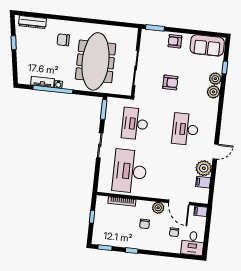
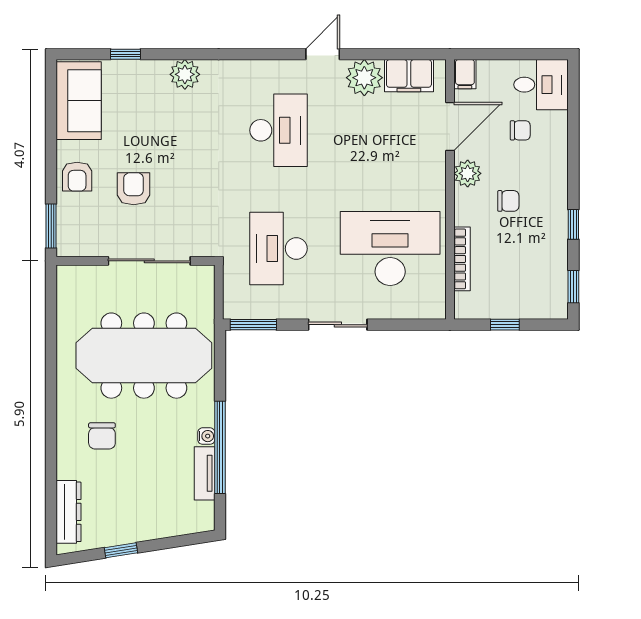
plant: (215, 79) -> (154, 74), removed
armchair: (170, 82) -> (134, 189), moved
desk: (135, 124) -> (279, 249), turned 90
desk: (185, 129) -> (279, 130), turned -90
door: (216, 152) -> (323, 54), hinge flipped
desk: (130, 171) -> (390, 249), turned 180
filing cabinet: (203, 182) -> (409, 76), width x2.00

